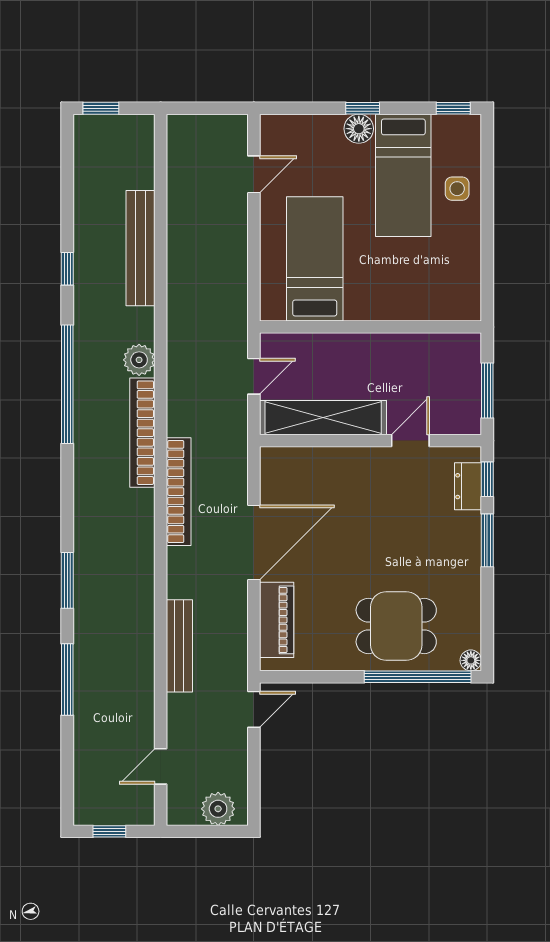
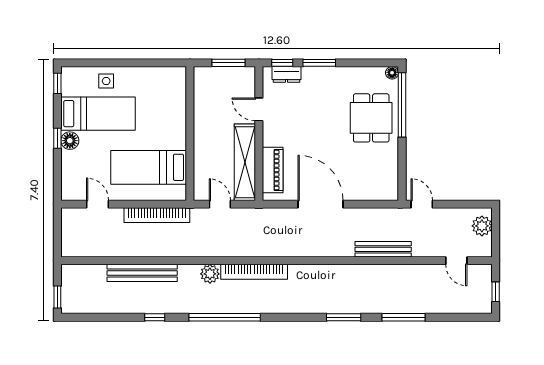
bookcase: (179, 492) -> (157, 215), moved, turned 180
piano: (277, 620) -> (273, 170), moved, turned 90

